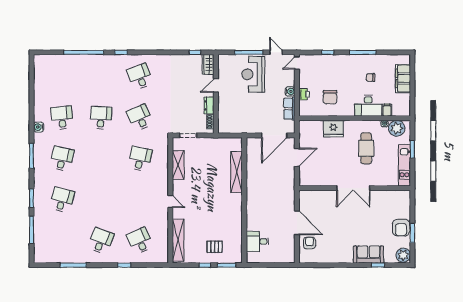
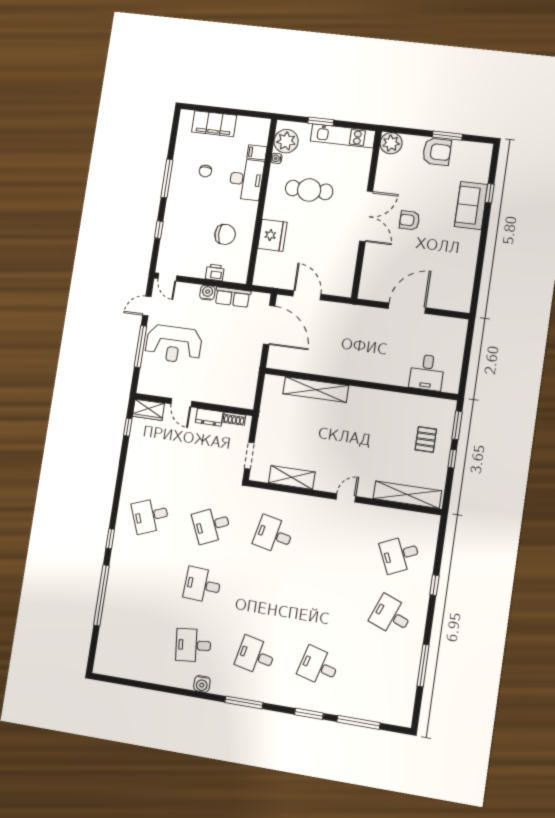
armchair: (309, 243) -> (409, 220), moved
plant: (403, 255) -> (391, 143), moved

